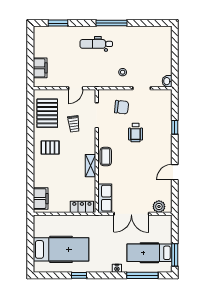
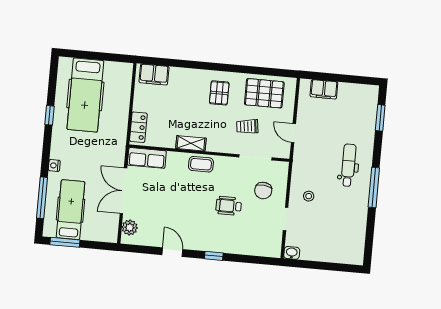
window: (175, 127) -> (214, 256), moved

